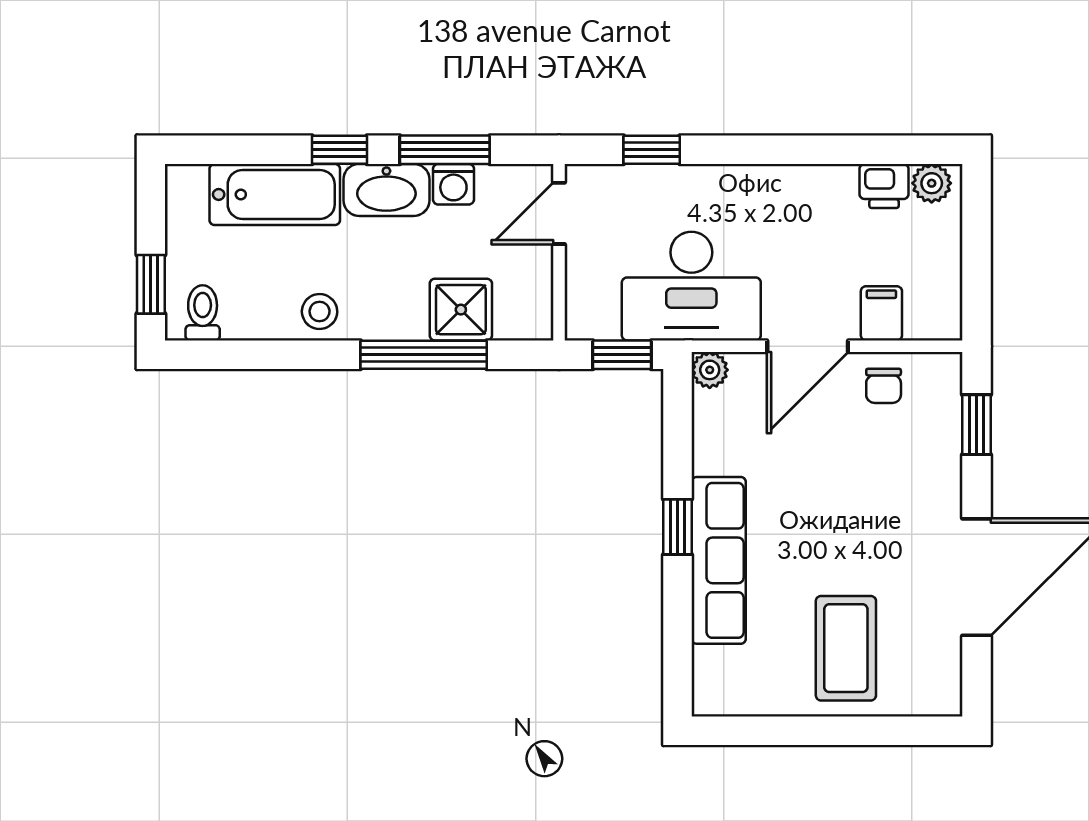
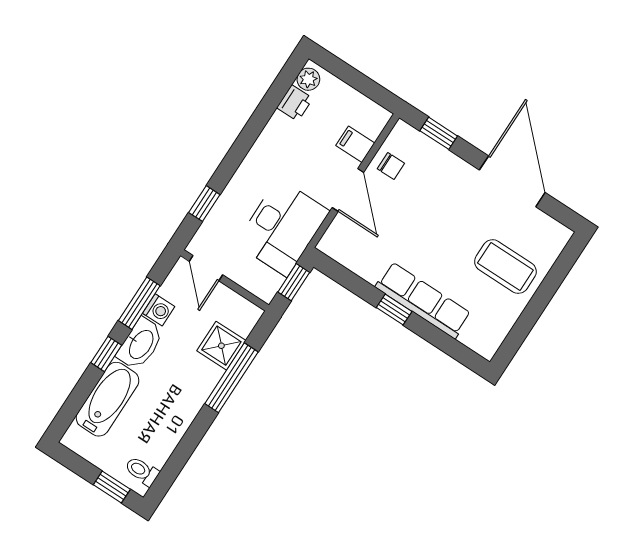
stool: (320, 312) -> (178, 414), removed
plant: (710, 370) -> (329, 245), removed

